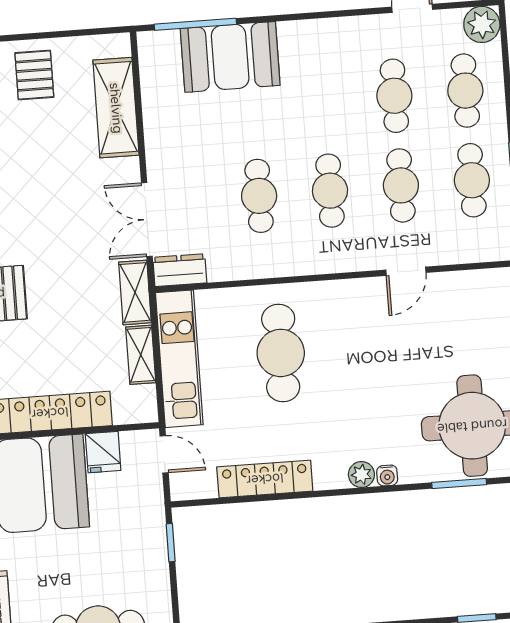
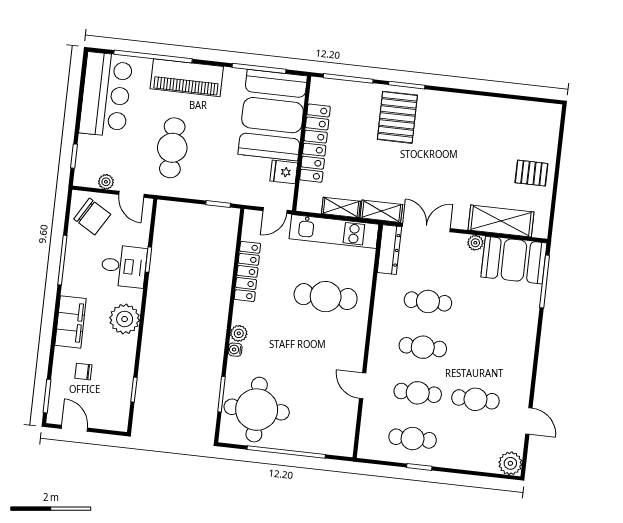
booth: (230, 57) -> (514, 260), moved, turned 90
cafe table: (465, 91) -> (470, 445), removed
plant: (156, 140) -> (475, 243), added
dresser: (180, 270) -> (389, 250), width x1.44

